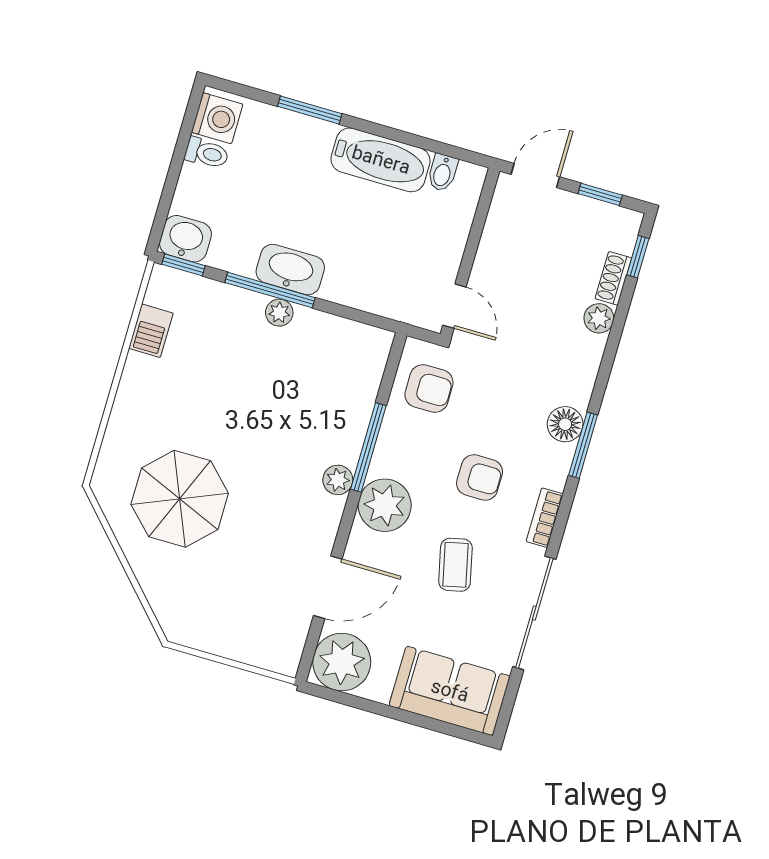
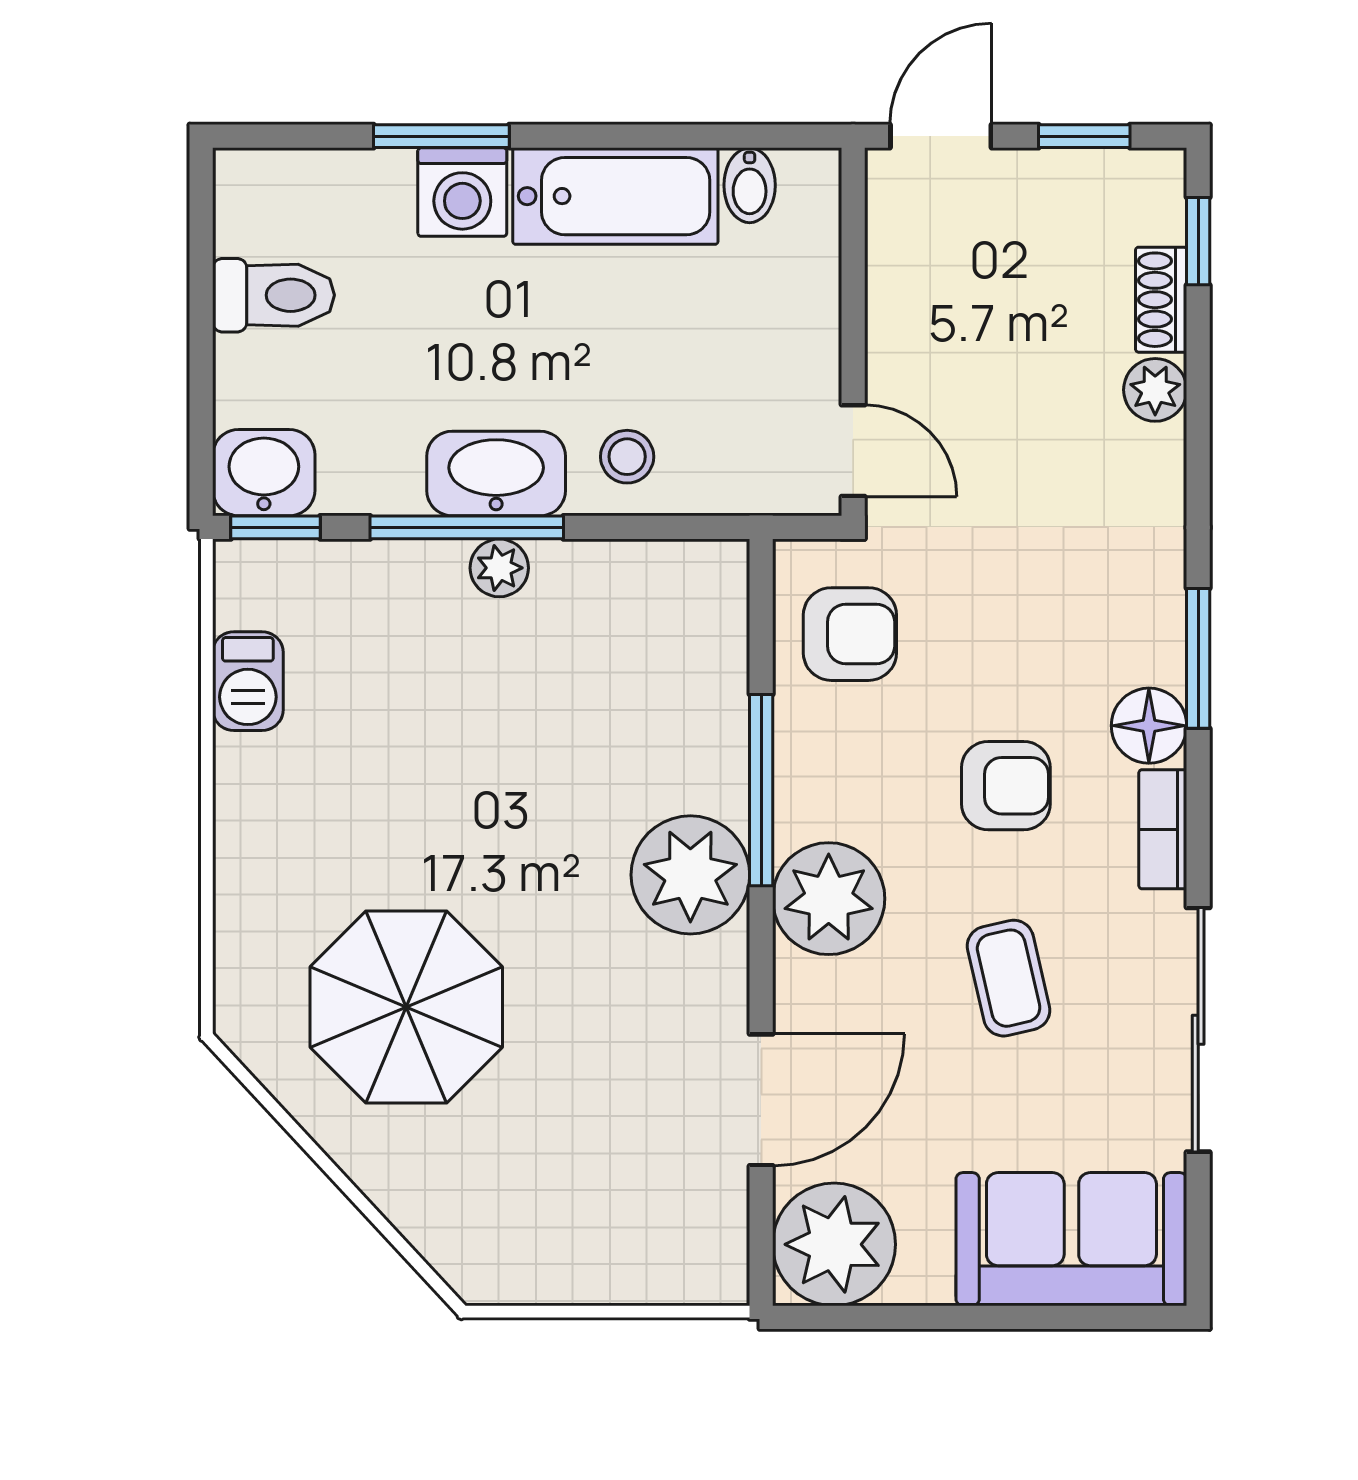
washing machine: (217, 118) -> (462, 192), moved, turned 90
toilet: (207, 153) -> (274, 295), width x1.37, depth x1.39
stool: (352, 279) -> (627, 457), added
floor lamp: (565, 424) -> (1149, 726), moved
plant: (338, 480) -> (690, 875), width x1.88, depth x1.88

